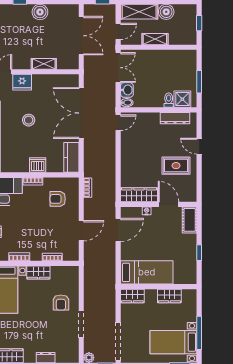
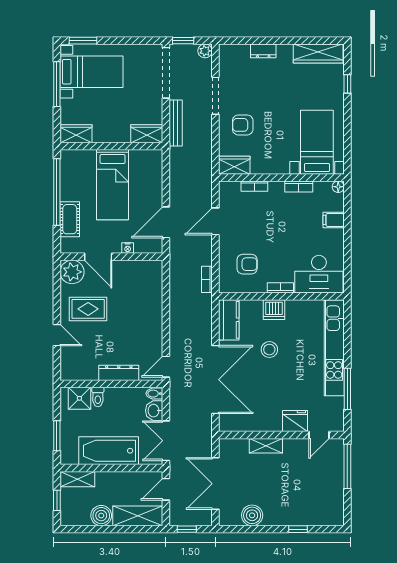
boiler: (40, 12) -> (252, 515), moved
shelving: (155, 39) -> (77, 479), moved
bathtub: (161, 60) -> (109, 451), added
window: (199, 82) -> (57, 436), moved
dresser: (175, 118) -> (119, 373), moved
stool: (29, 120) -> (269, 350), moved
plant: (188, 193) -> (72, 272), added
wardrobe: (139, 195) -> (138, 270), removed
cot: (190, 220) -> (70, 219), moved
window: (199, 253) -> (57, 192), width x3.17
bed: (147, 272) -> (113, 185), moved, turned -90
wardrobe: (38, 273) -> (234, 165), moved
wardrobe: (169, 296) -> (76, 134), moved
armchair: (61, 302) -> (243, 125), turned -90
bench: (111, 304) -> (176, 123), added

